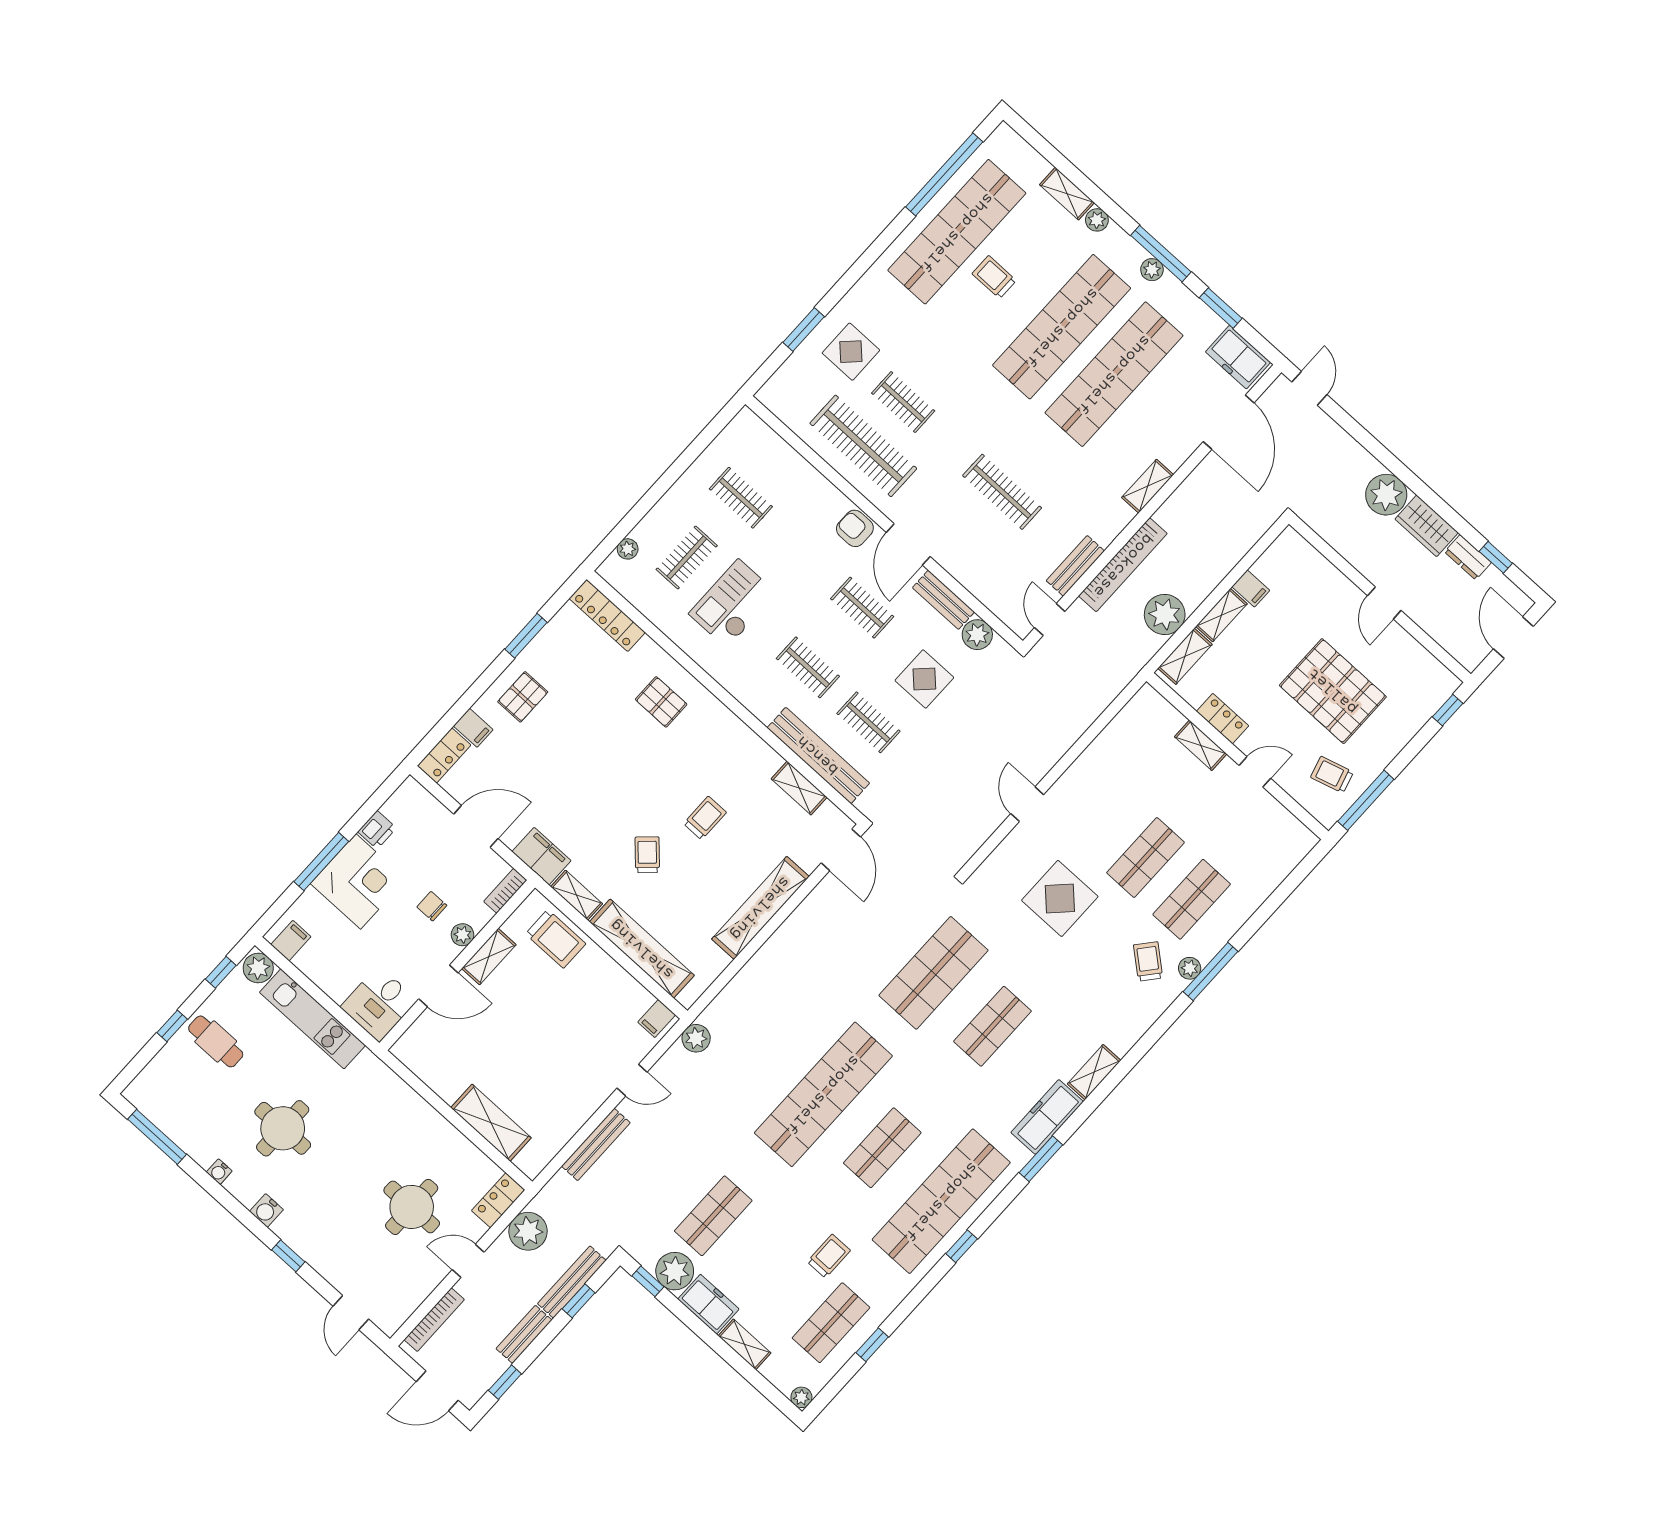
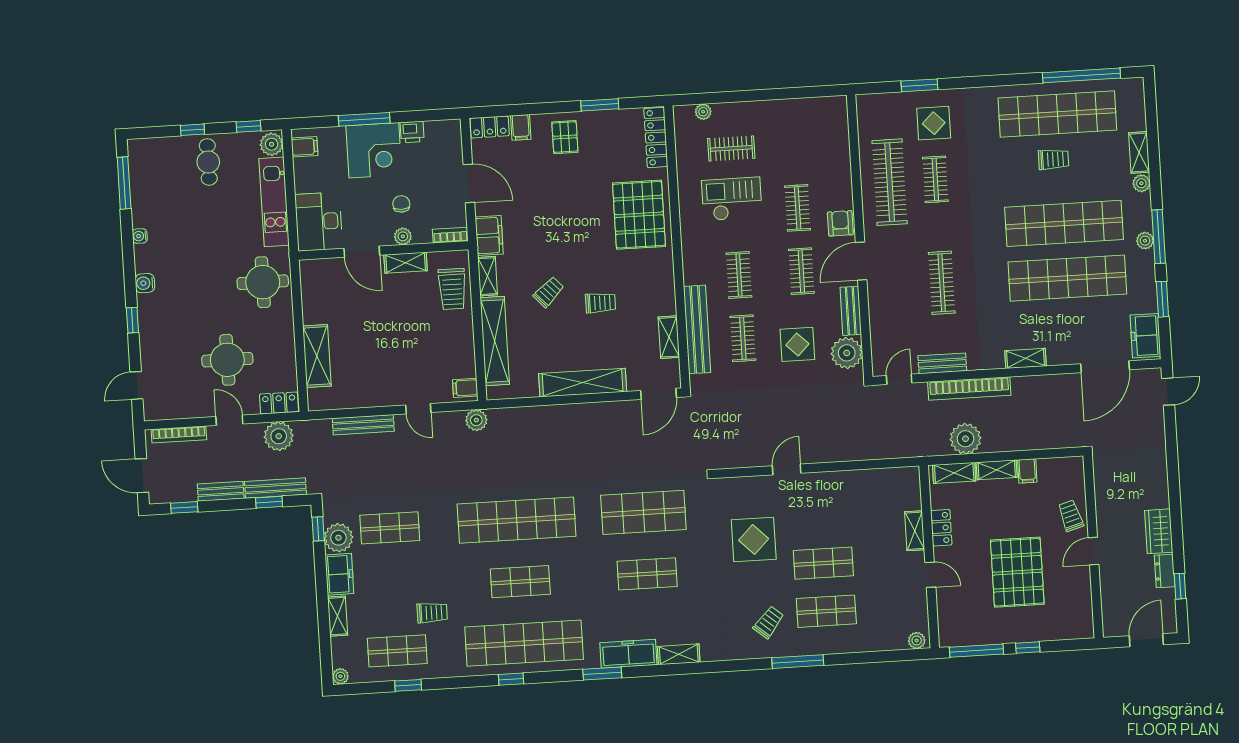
trolley: (994, 277) -> (1054, 159), turned 90
plant: (1386, 495) -> (1153, 492), removed
clothes rail: (741, 498) -> (798, 208), moved
plant: (977, 635) -> (847, 353), width x1.36, depth x1.36
pallet: (523, 697) -> (565, 137), turned 90
pallet: (661, 702) -> (639, 215), width x2.05, depth x2.00
window: (1448, 710) -> (1028, 647), moved
trolley: (1332, 775) -> (1071, 516), moved
plant: (1190, 968) -> (917, 641), moved
desk: (379, 1004) -> (319, 222), width x1.37
round table: (283, 1128) -> (263, 282), moved

